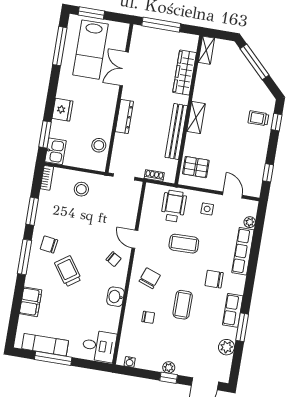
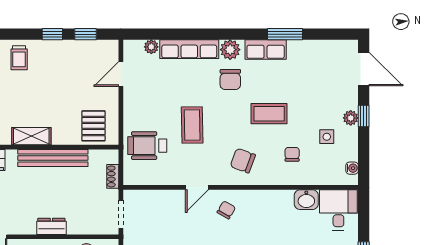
dresser: (124, 116) -> (51, 226), width x0.70
window: (276, 122) -> (52, 34), moved
side table: (207, 209) -> (327, 137), moved
washbasin: (115, 297) -> (306, 200), moved
plant: (226, 347) -> (230, 50), moved

